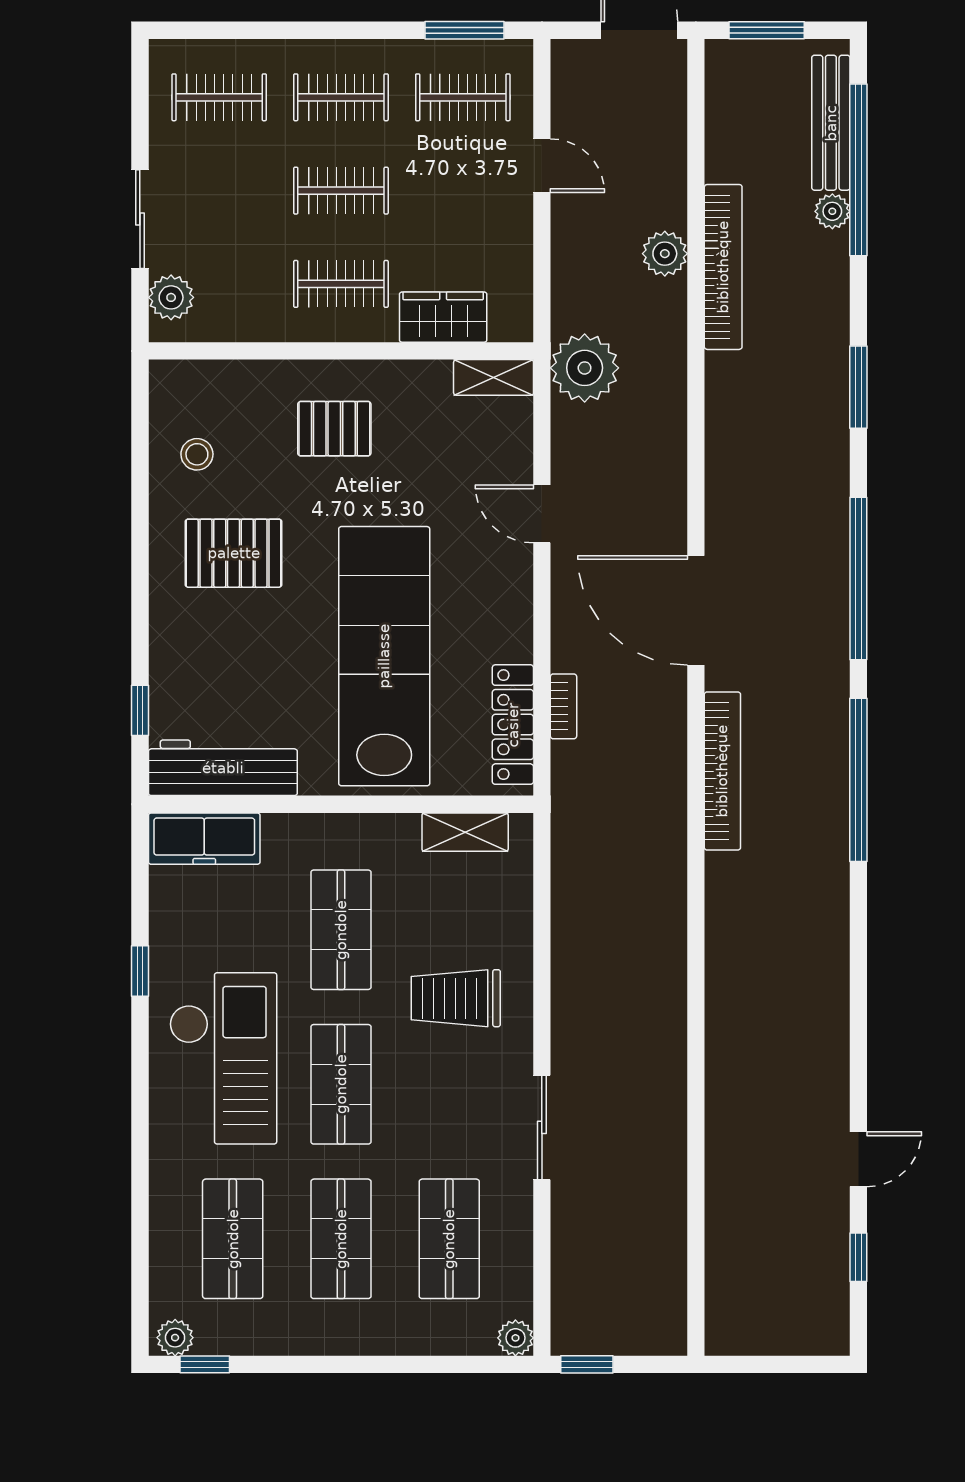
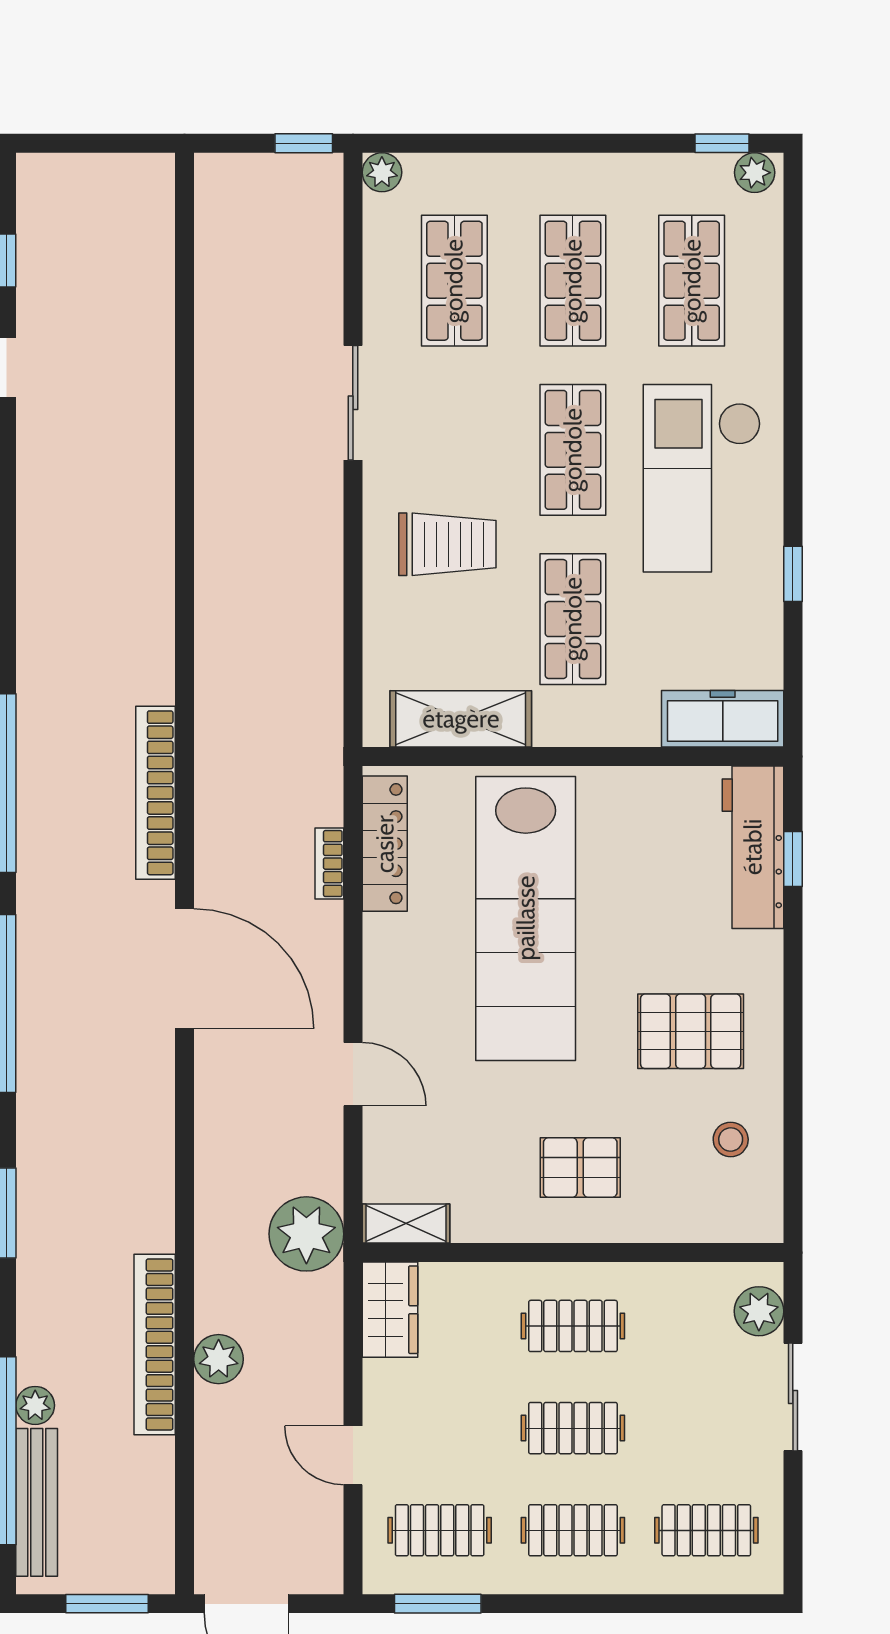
wardrobe: (443, 317) -> (390, 1310), moved, turned -90
workbench: (223, 768) -> (753, 847), moved, turned 90
shelving: (465, 832) -> (461, 719), width x1.50, depth x1.33

